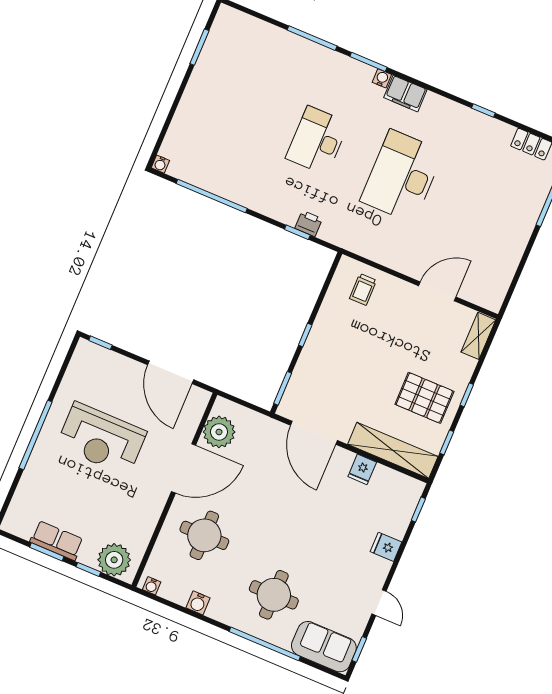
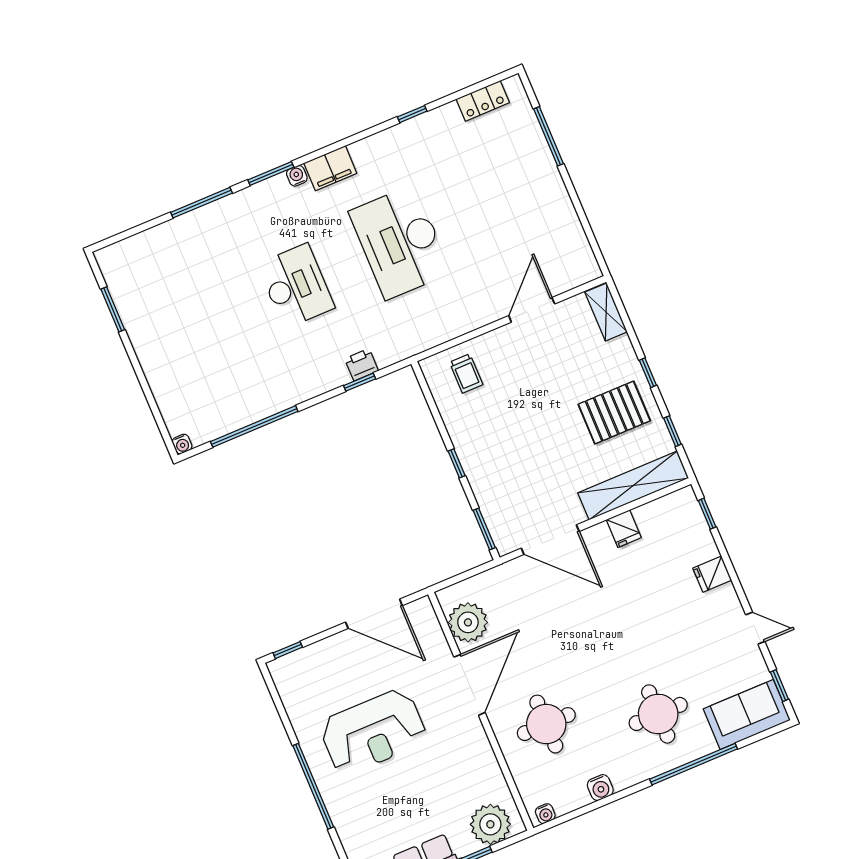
desk: (317, 140) -> (296, 286), turned 180

